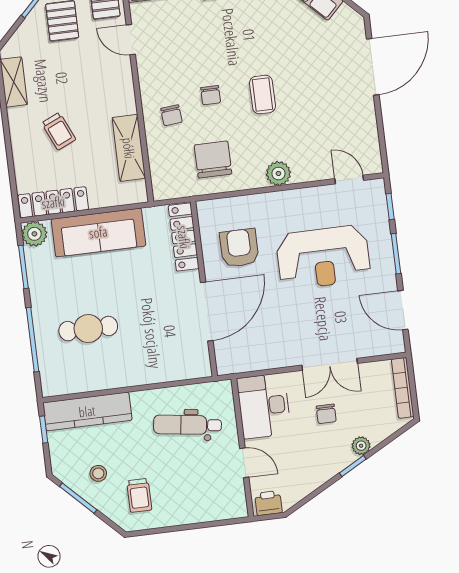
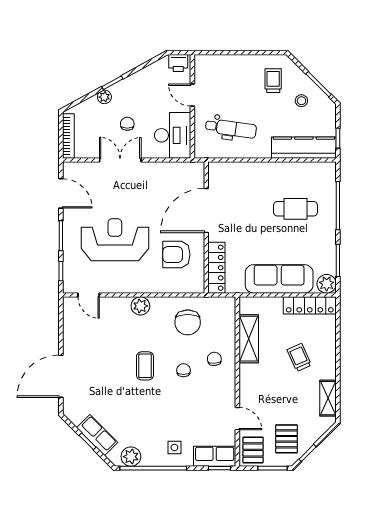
armchair: (239, 248) -> (176, 255), turned 90

